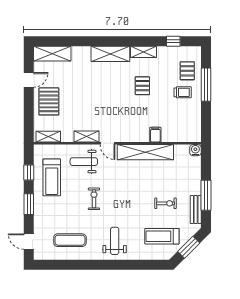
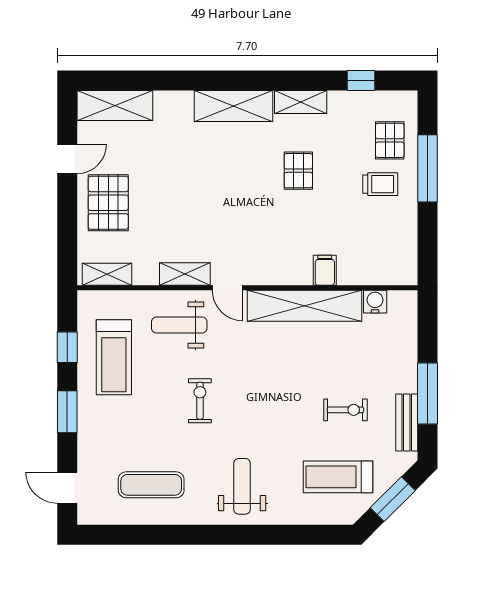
water cooler: (195, 150) -> (375, 302), moved

